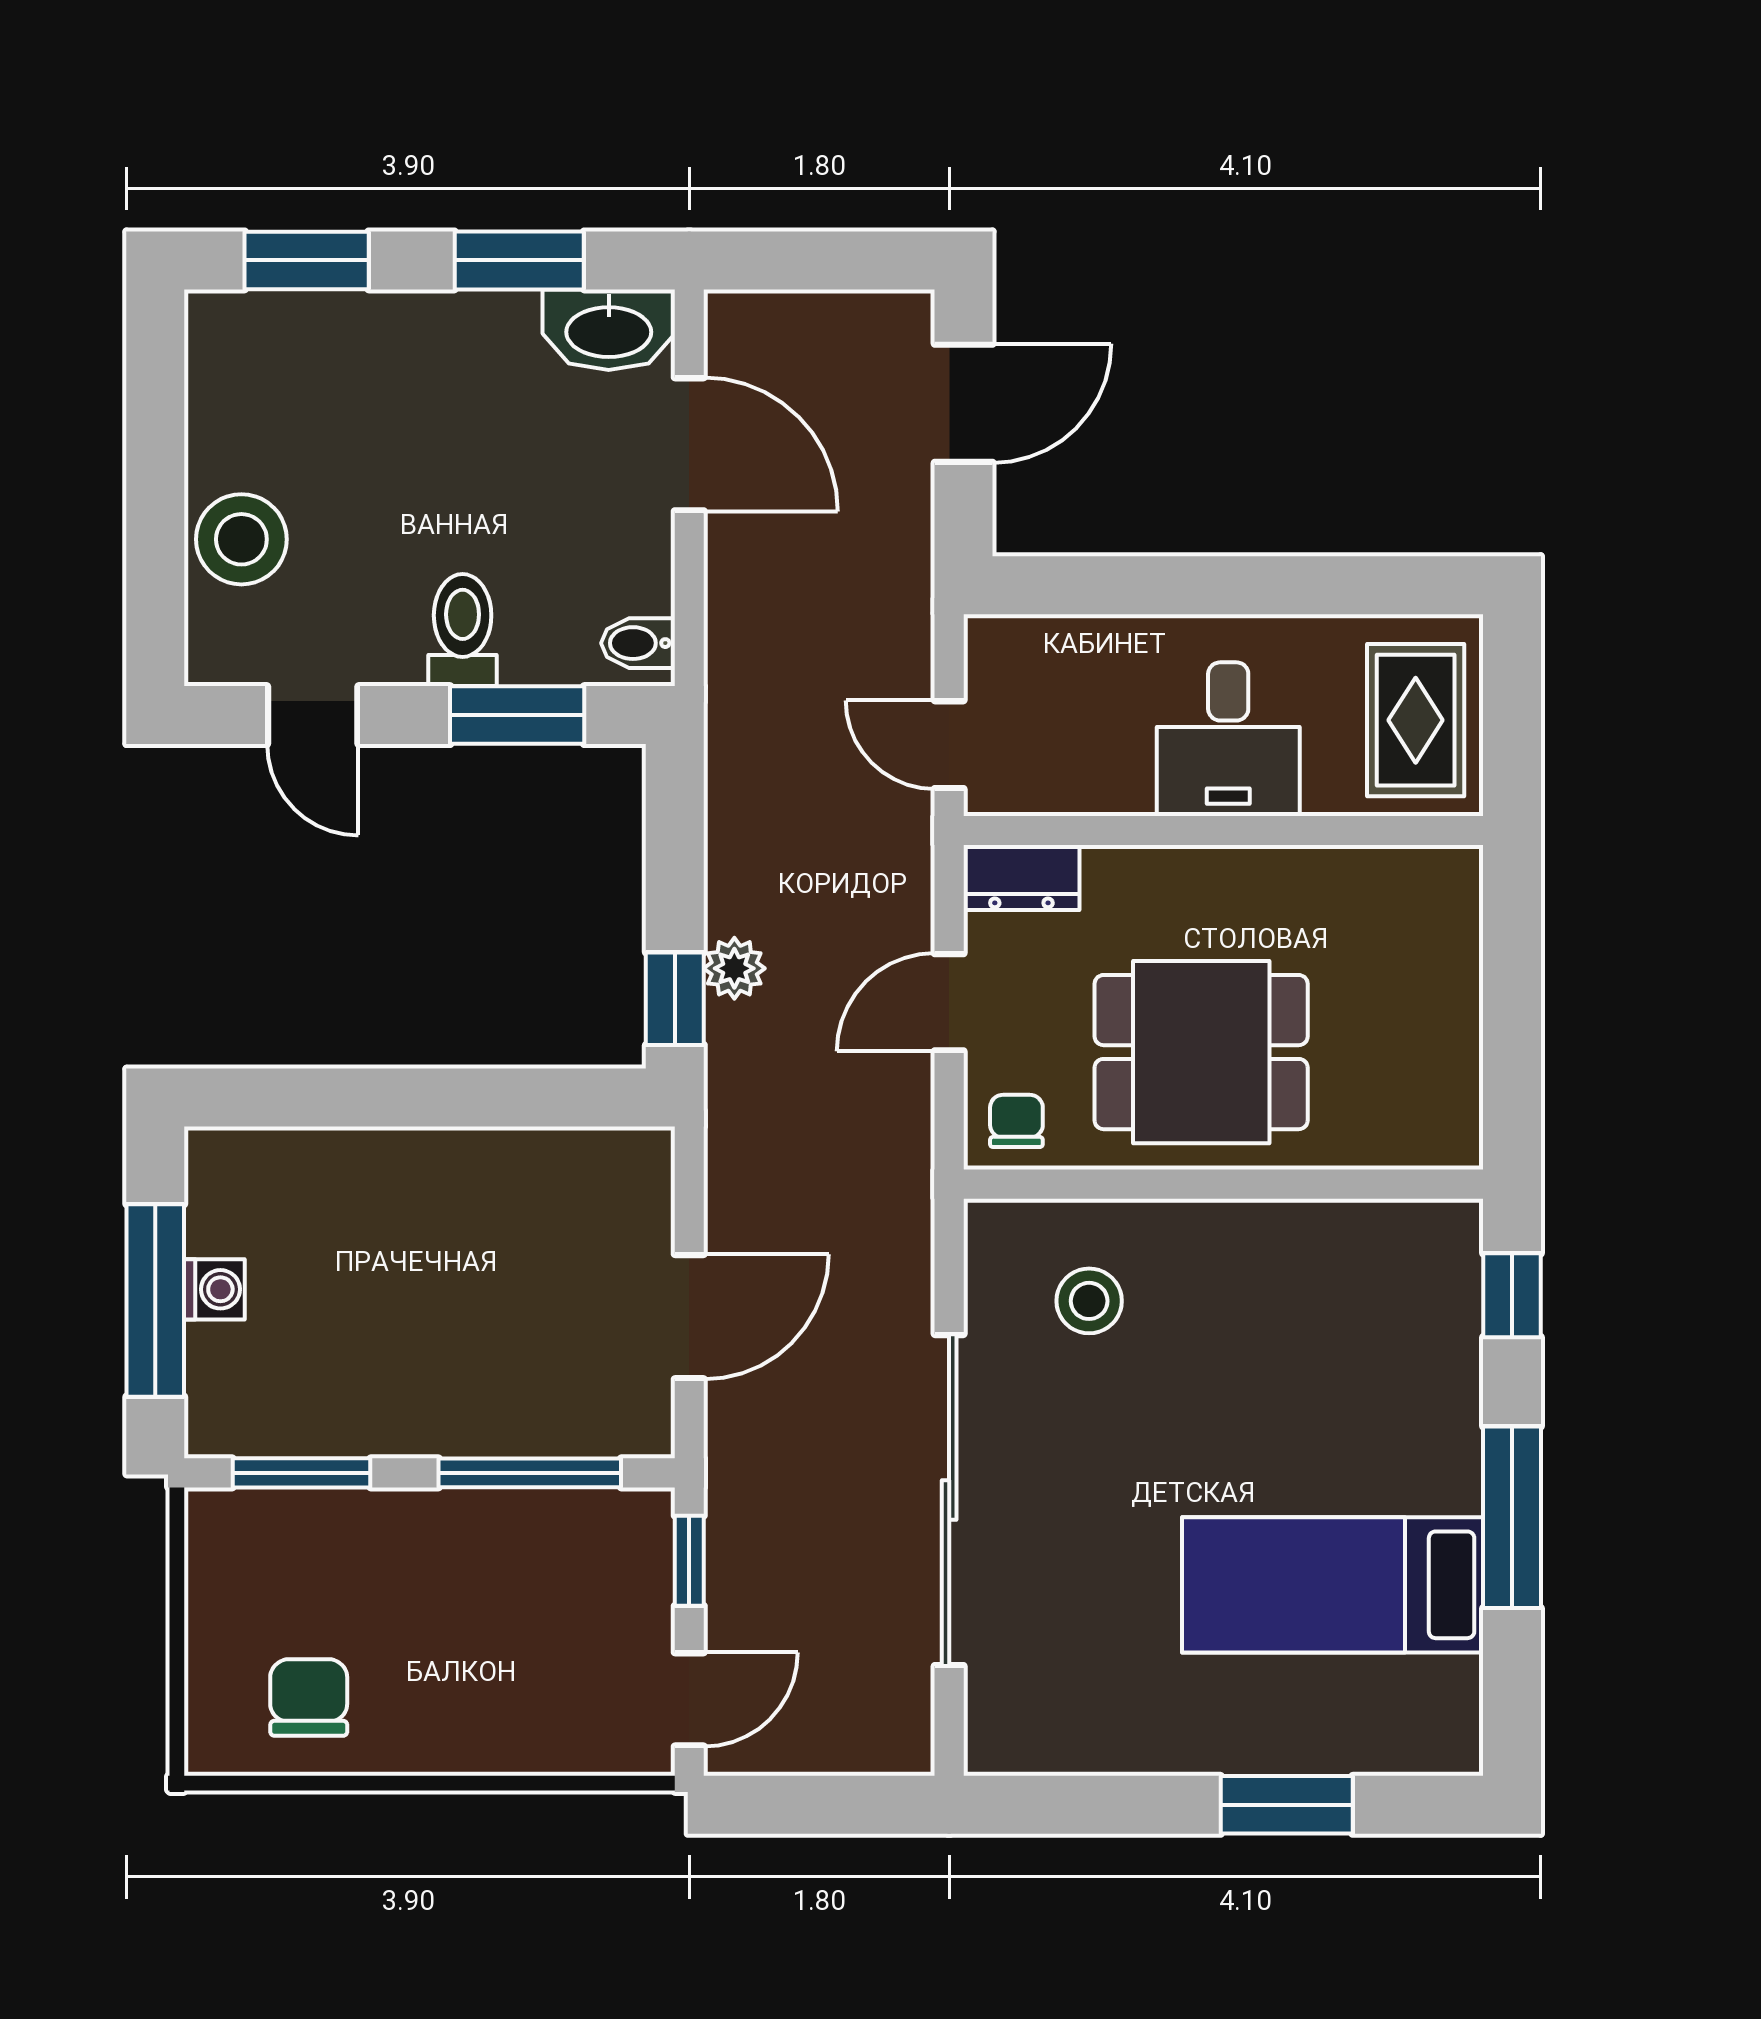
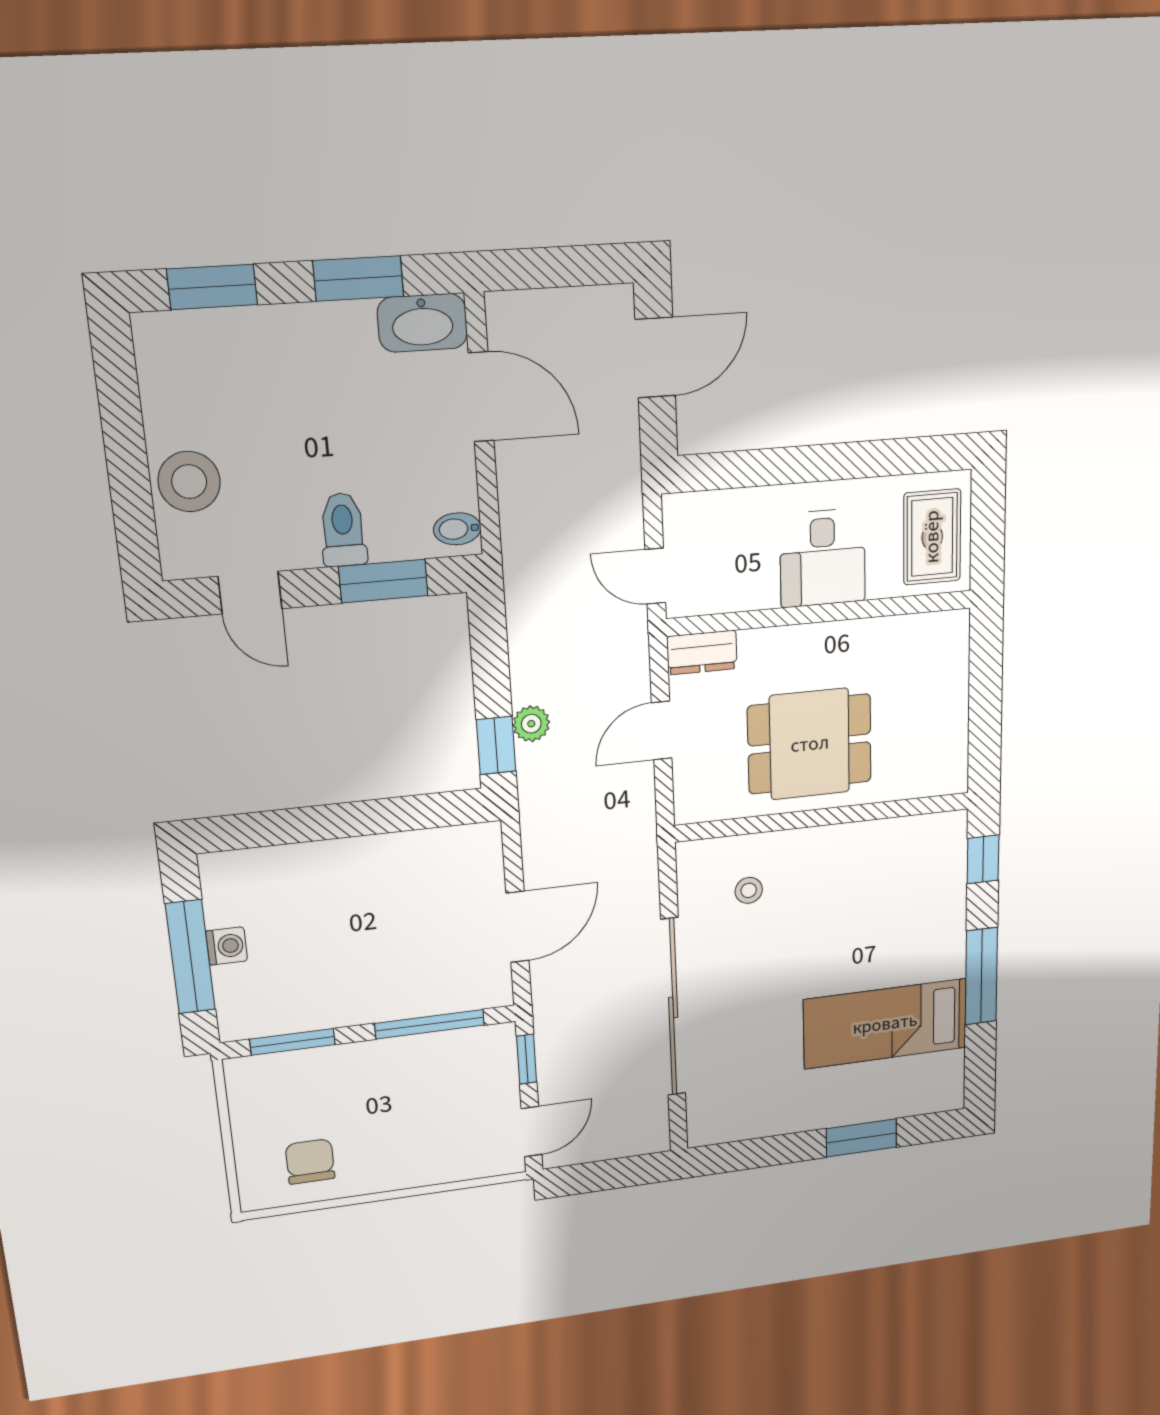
chair: (1016, 1121) -> (704, 795), removed
stool: (1089, 1301) -> (749, 890), width x0.73, depth x0.73

